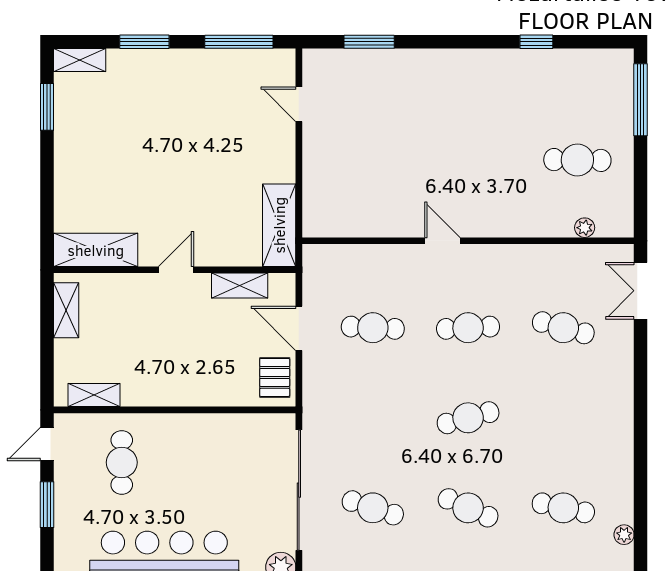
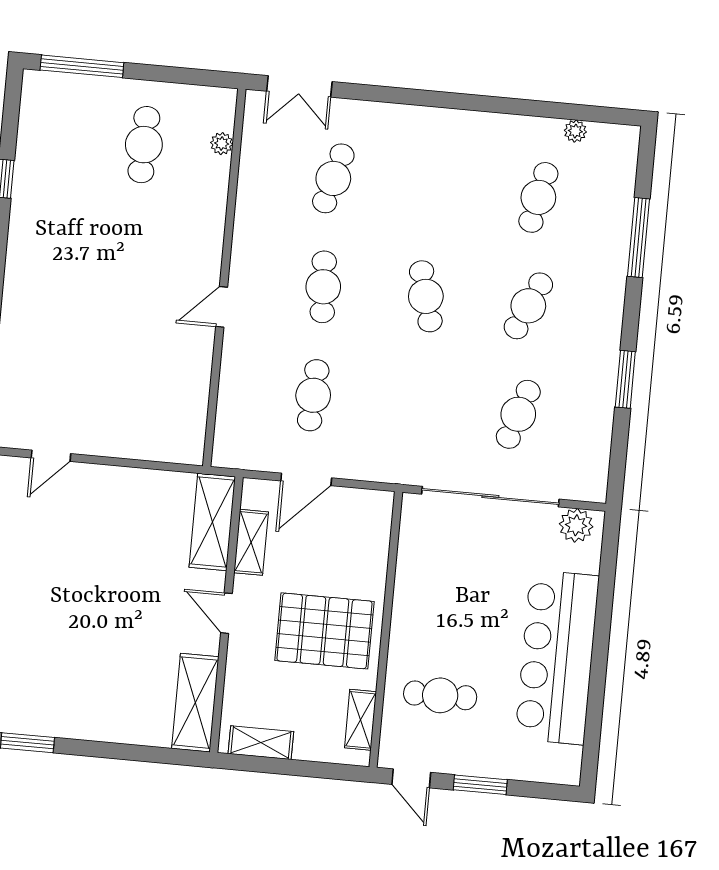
shelving: (279, 225) -> (212, 522), moved, turned 90
pallet: (275, 377) -> (324, 631), moved, width x2.05, depth x2.00

